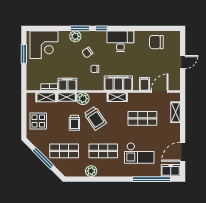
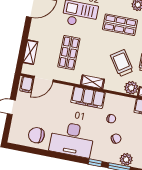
desk: (120, 41) -> (72, 139), width x1.36, depth x1.30
chair: (156, 42) -> (36, 135), turned 180
filing cabinet: (144, 84) -> (27, 85), moved
shop shelf: (142, 118) -> (69, 53), turned 90

